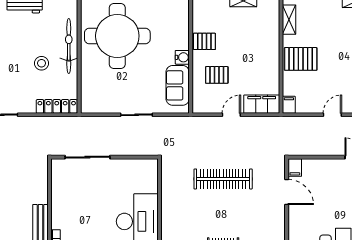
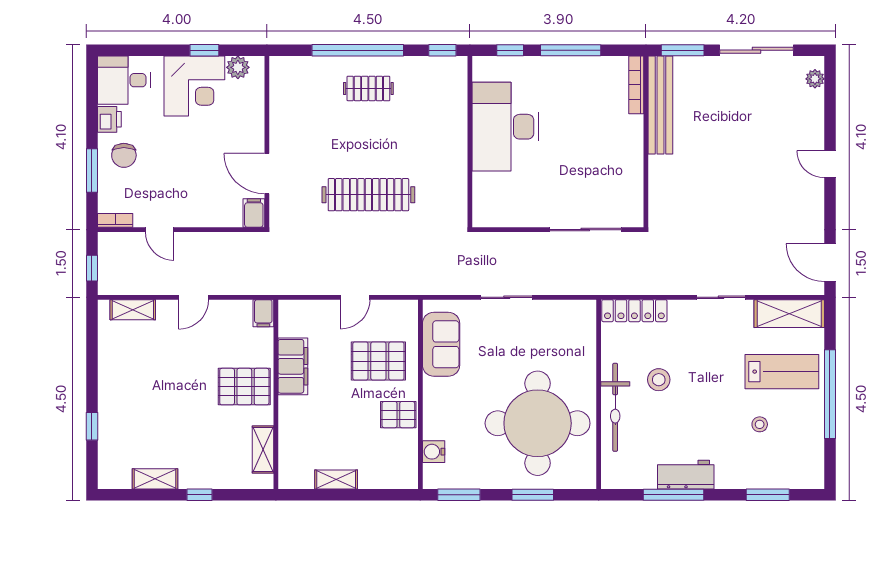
water cooler: (182, 57) -> (434, 452), moved
pallet: (217, 75) -> (378, 361), width x1.50, depth x1.42
filing cabinet: (262, 104) -> (293, 366), moved, turned -90

